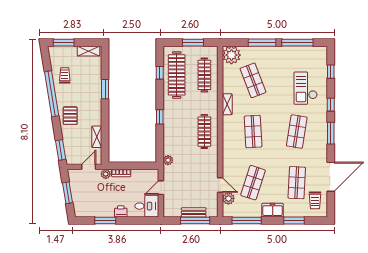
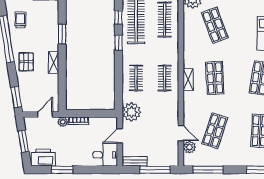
shelving: (227, 104) -> (188, 80), moved
window: (160, 117) -> (119, 43), moved
clothes rail: (177, 132) -> (136, 78), added
clothes rail: (204, 132) -> (165, 78), width x0.73
shelving: (97, 137) -> (53, 62), moved
plant: (168, 160) -> (131, 112), width x1.88, depth x1.88
freezer: (273, 210) -> (235, 159), removed
printer: (121, 211) -> (43, 158), moved, width x1.87, depth x1.48
bench: (194, 212) -> (135, 161), moved

